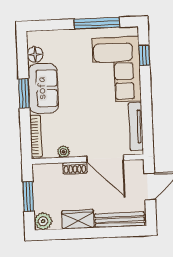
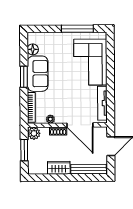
window: (144, 55) -> (110, 53), removed
plant: (43, 221) -> (34, 133), moved

